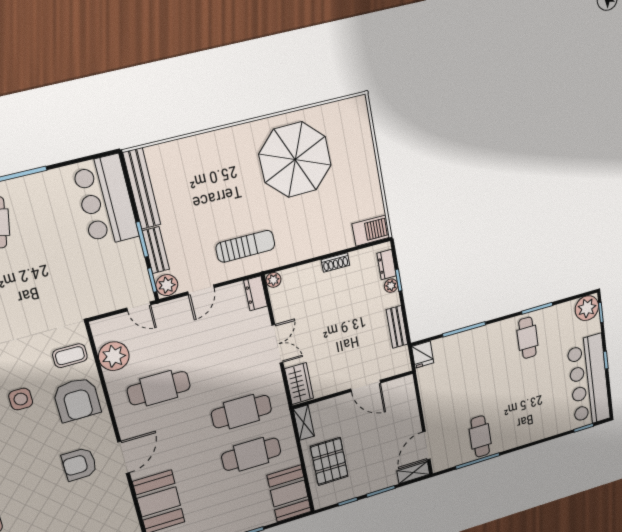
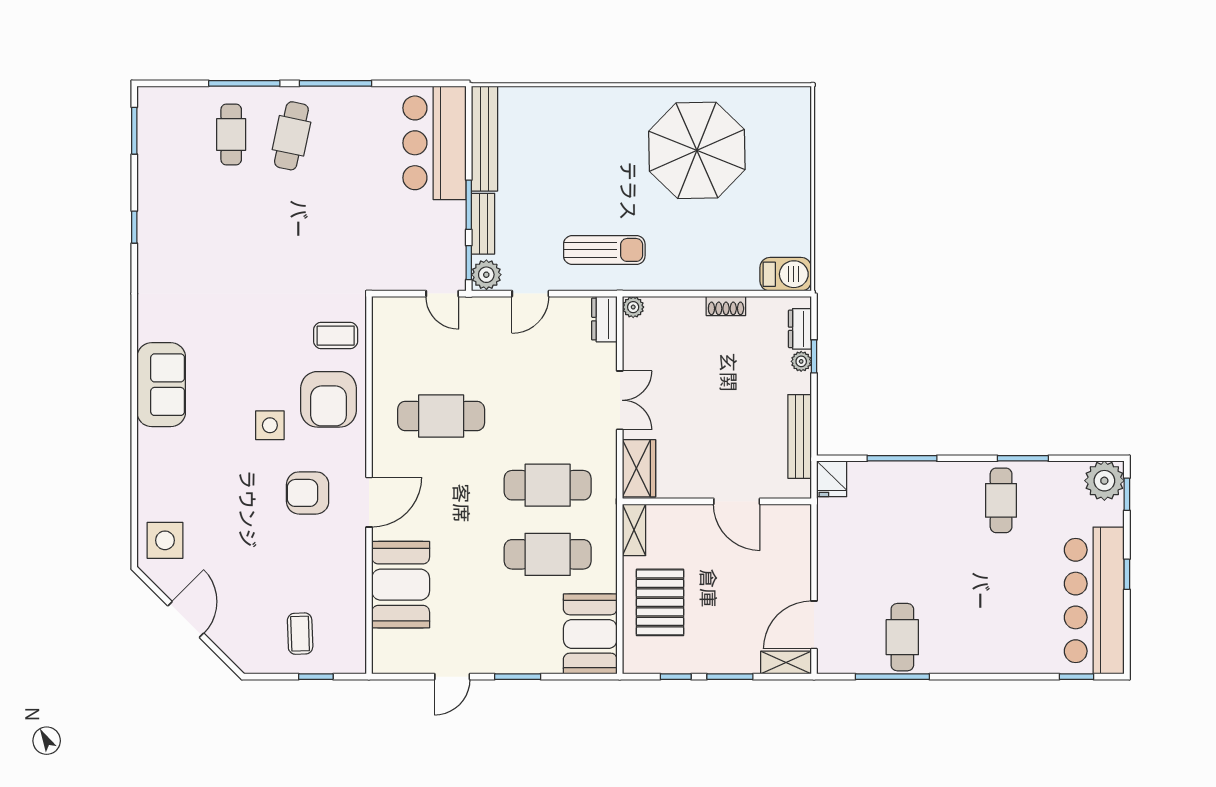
bench: (397, 327) -> (800, 436), width x1.36
plant: (114, 356) -> (392, 353), removed
side table: (21, 399) -> (270, 425), moved

